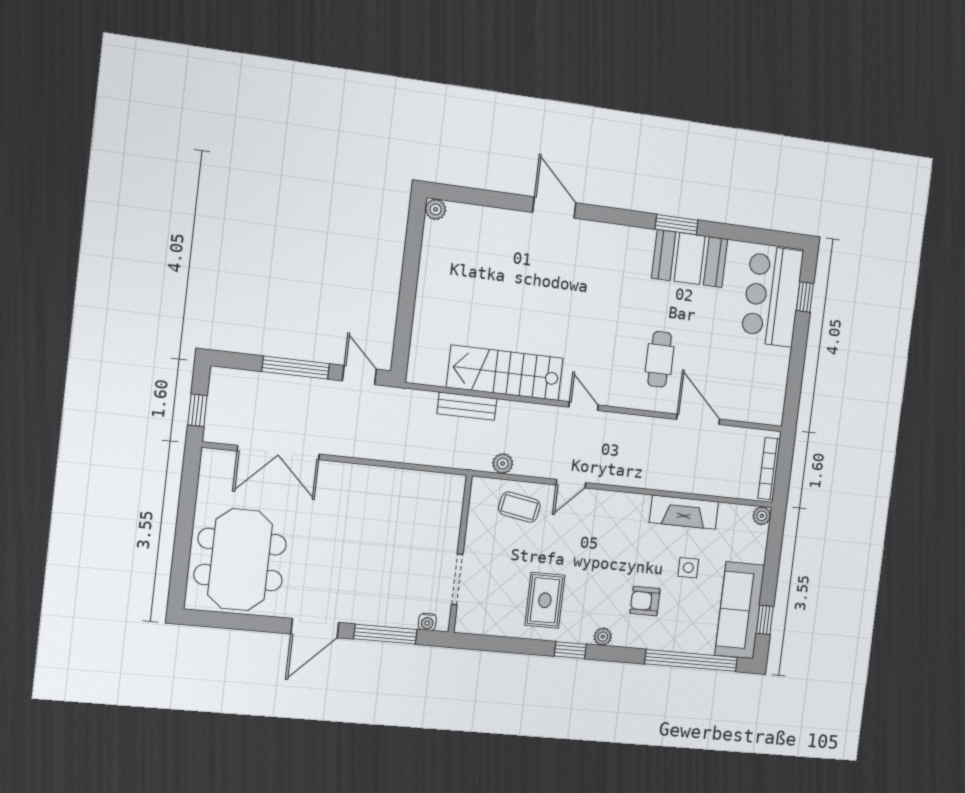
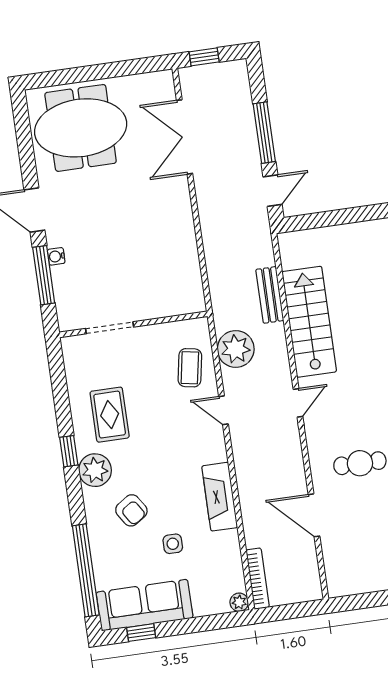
door: (698, 419) -> (314, 515), swing flipped
plant: (503, 463) -> (236, 349), width x1.87, depth x1.87
bookcase: (769, 469) -> (258, 579), moved, turned 90
fireplace: (684, 512) -> (220, 497), moved
rug: (545, 600) -> (110, 415), turned 90
armchair: (645, 601) -> (131, 510), turned 147
water cooler: (427, 622) -> (56, 256), moved
plant: (603, 637) -> (95, 470), width x1.87, depth x1.87

